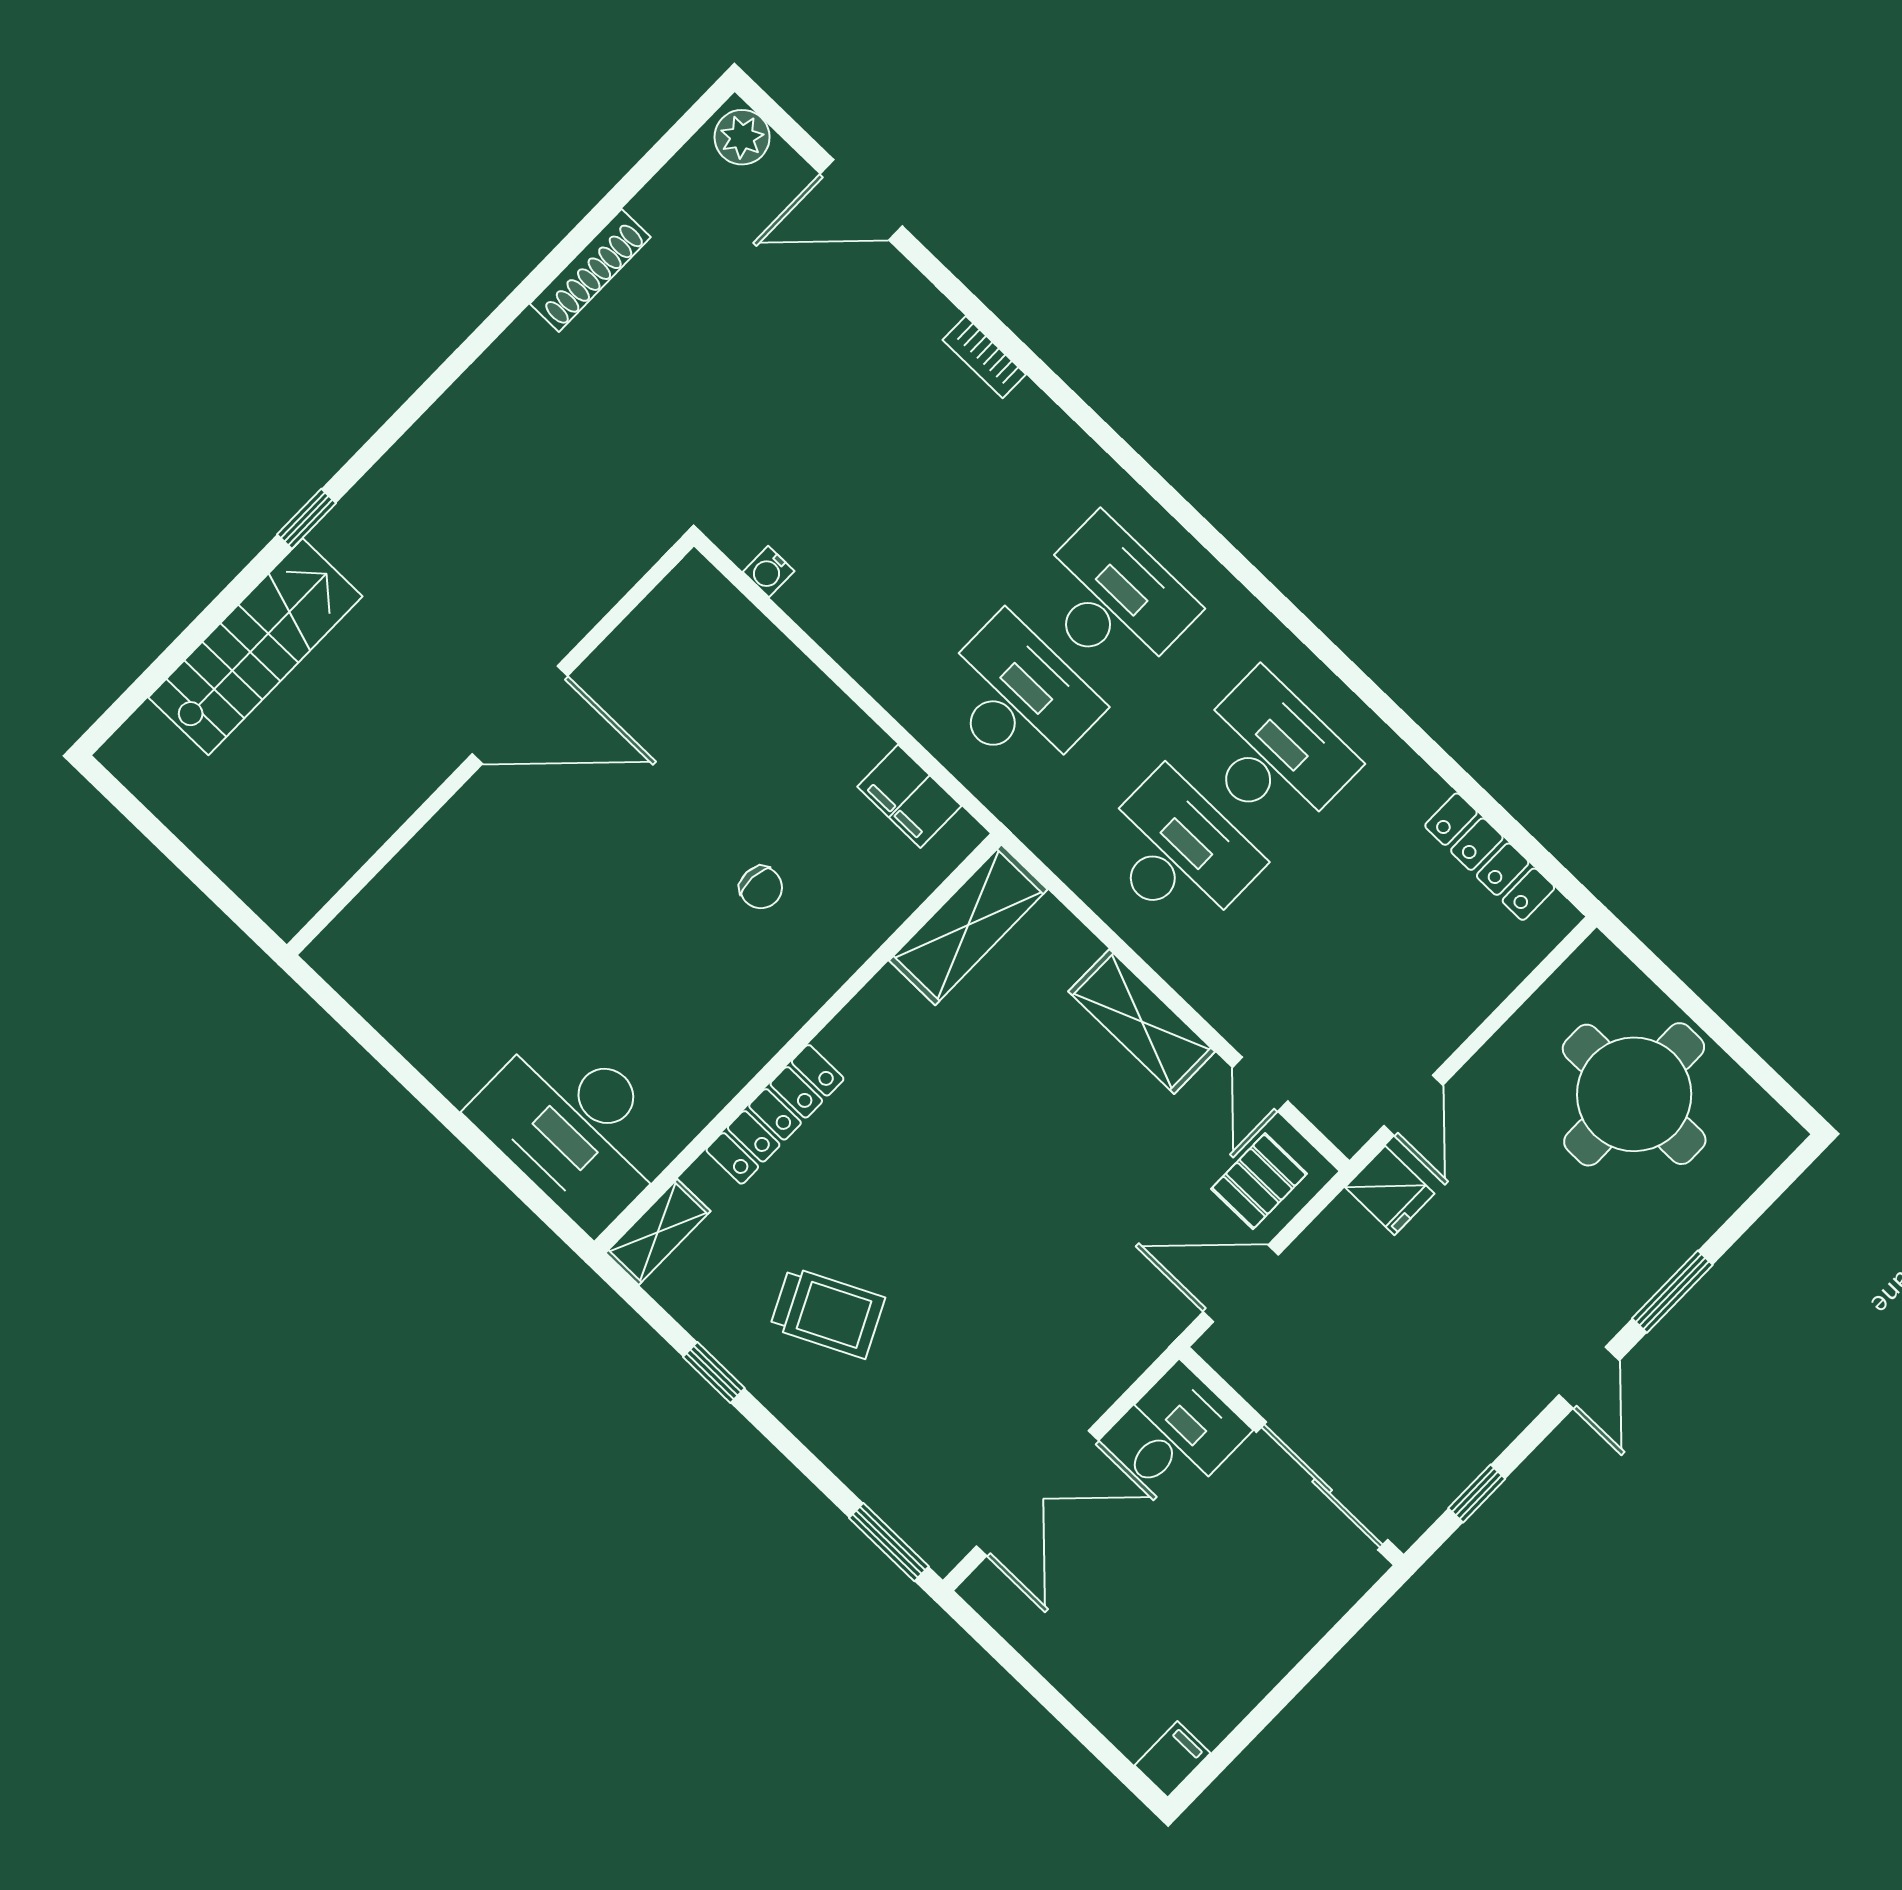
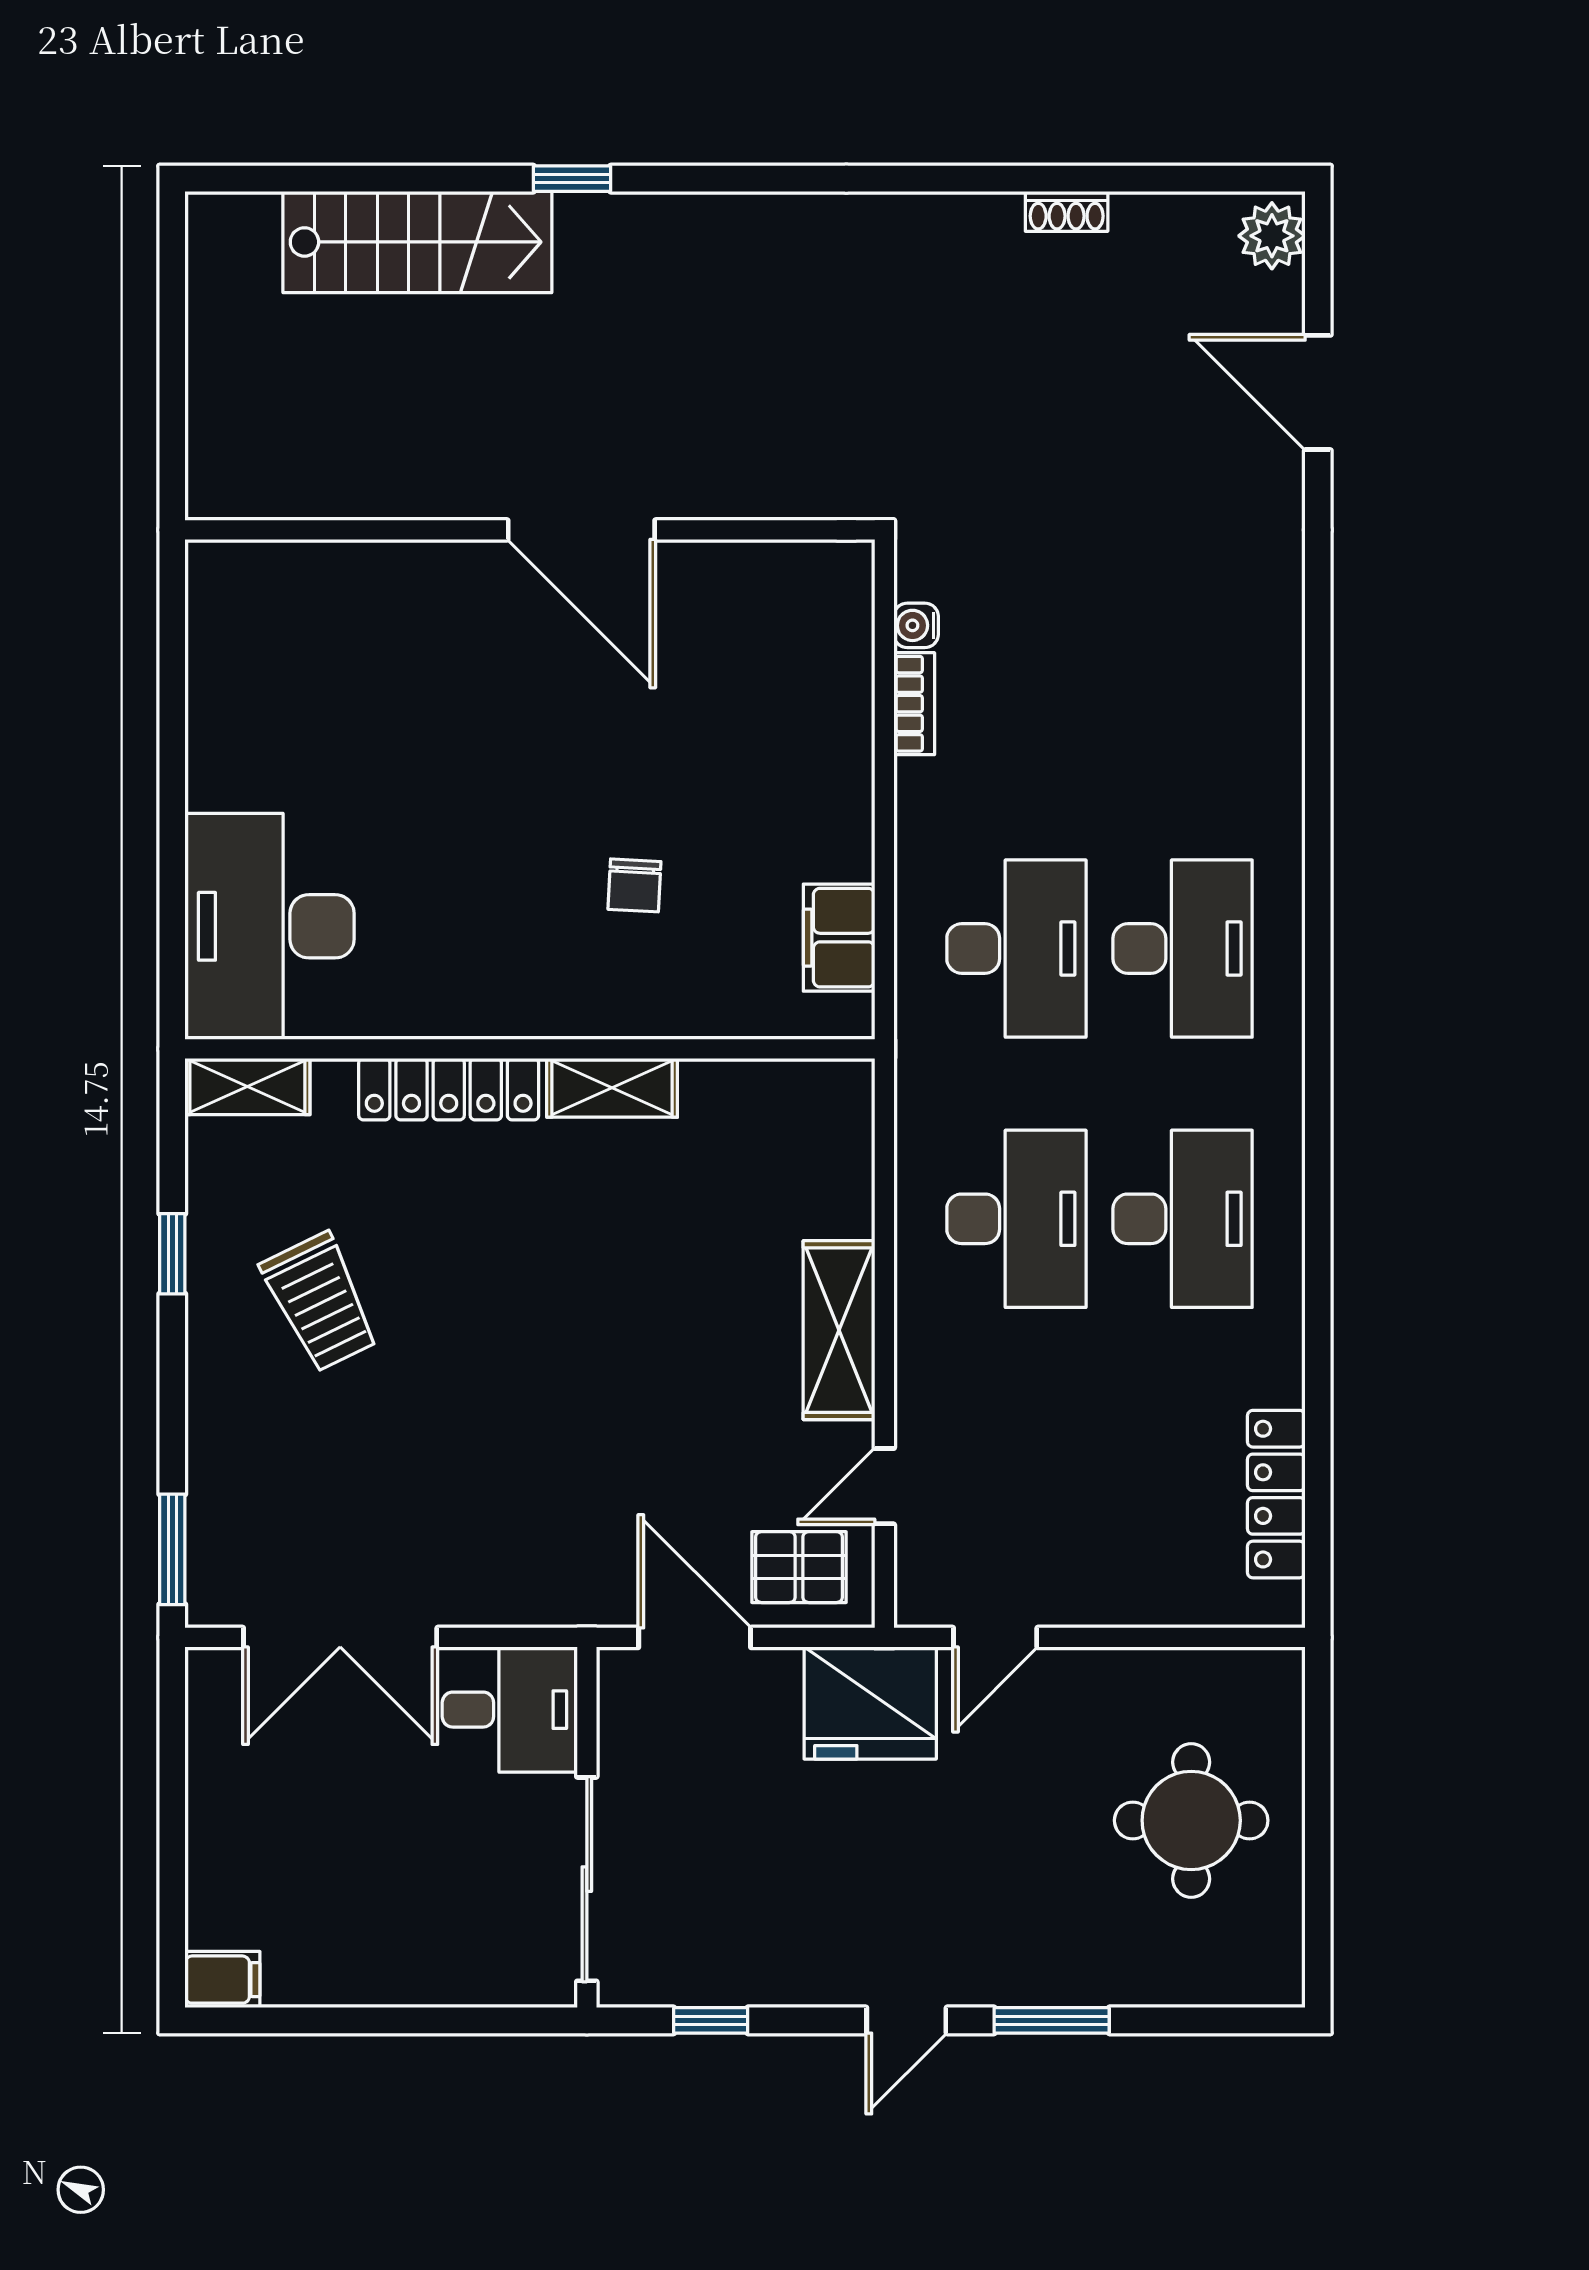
shoe rack: (590, 270) -> (1067, 211), width x0.51, depth x0.81
bookcase: (984, 357) -> (914, 704), moved, turned 180
shelving: (968, 925) -> (612, 1088), moved, width x0.67, depth x0.75
round table: (1634, 1094) -> (1191, 1820), width x0.73, depth x0.73
fridge: (1390, 1190) -> (870, 1703), width x1.88, depth x1.34

